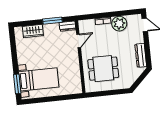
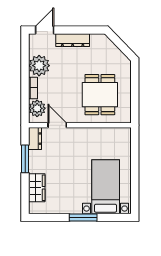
plant: (89, 25) -> (37, 108), added
dresser: (141, 55) -> (73, 40), moved
window: (17, 84) -> (83, 218), moved

